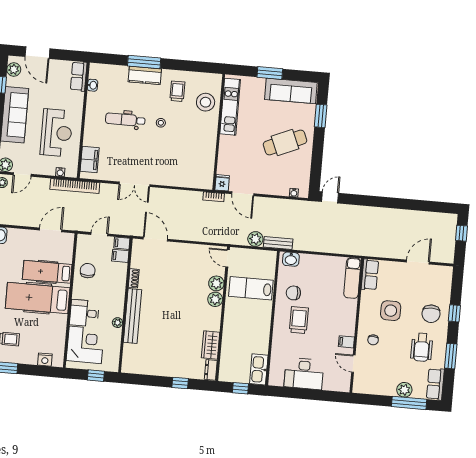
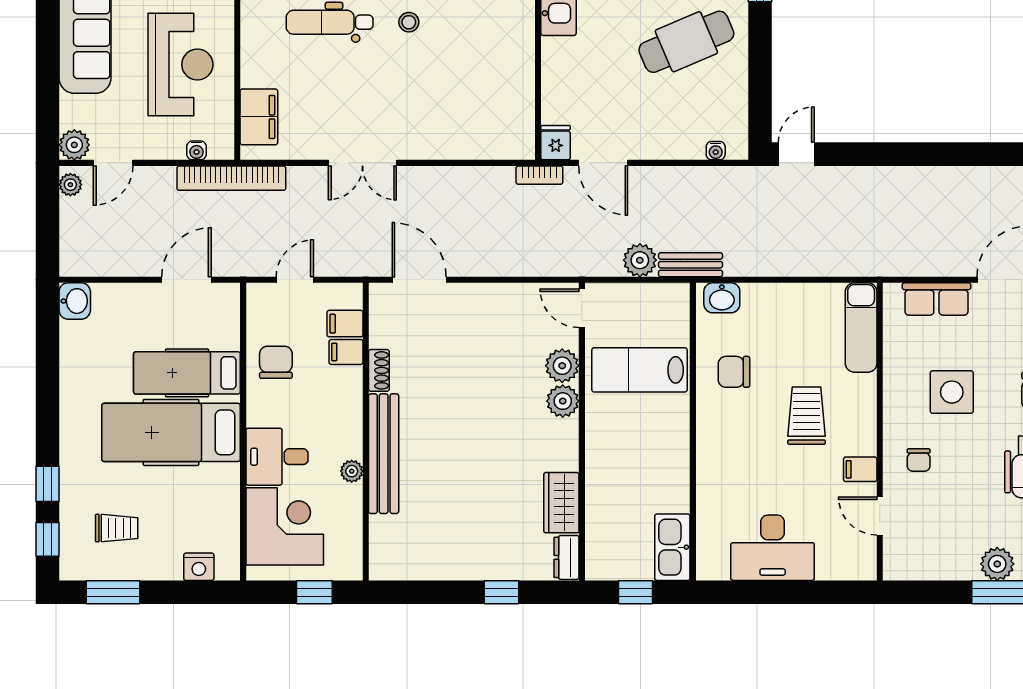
filing cabinet: (122, 243) -> (346, 352), moved
row of seats: (370, 275) -> (936, 299), moved, turned 90
trolley: (299, 320) -> (807, 416), moved

